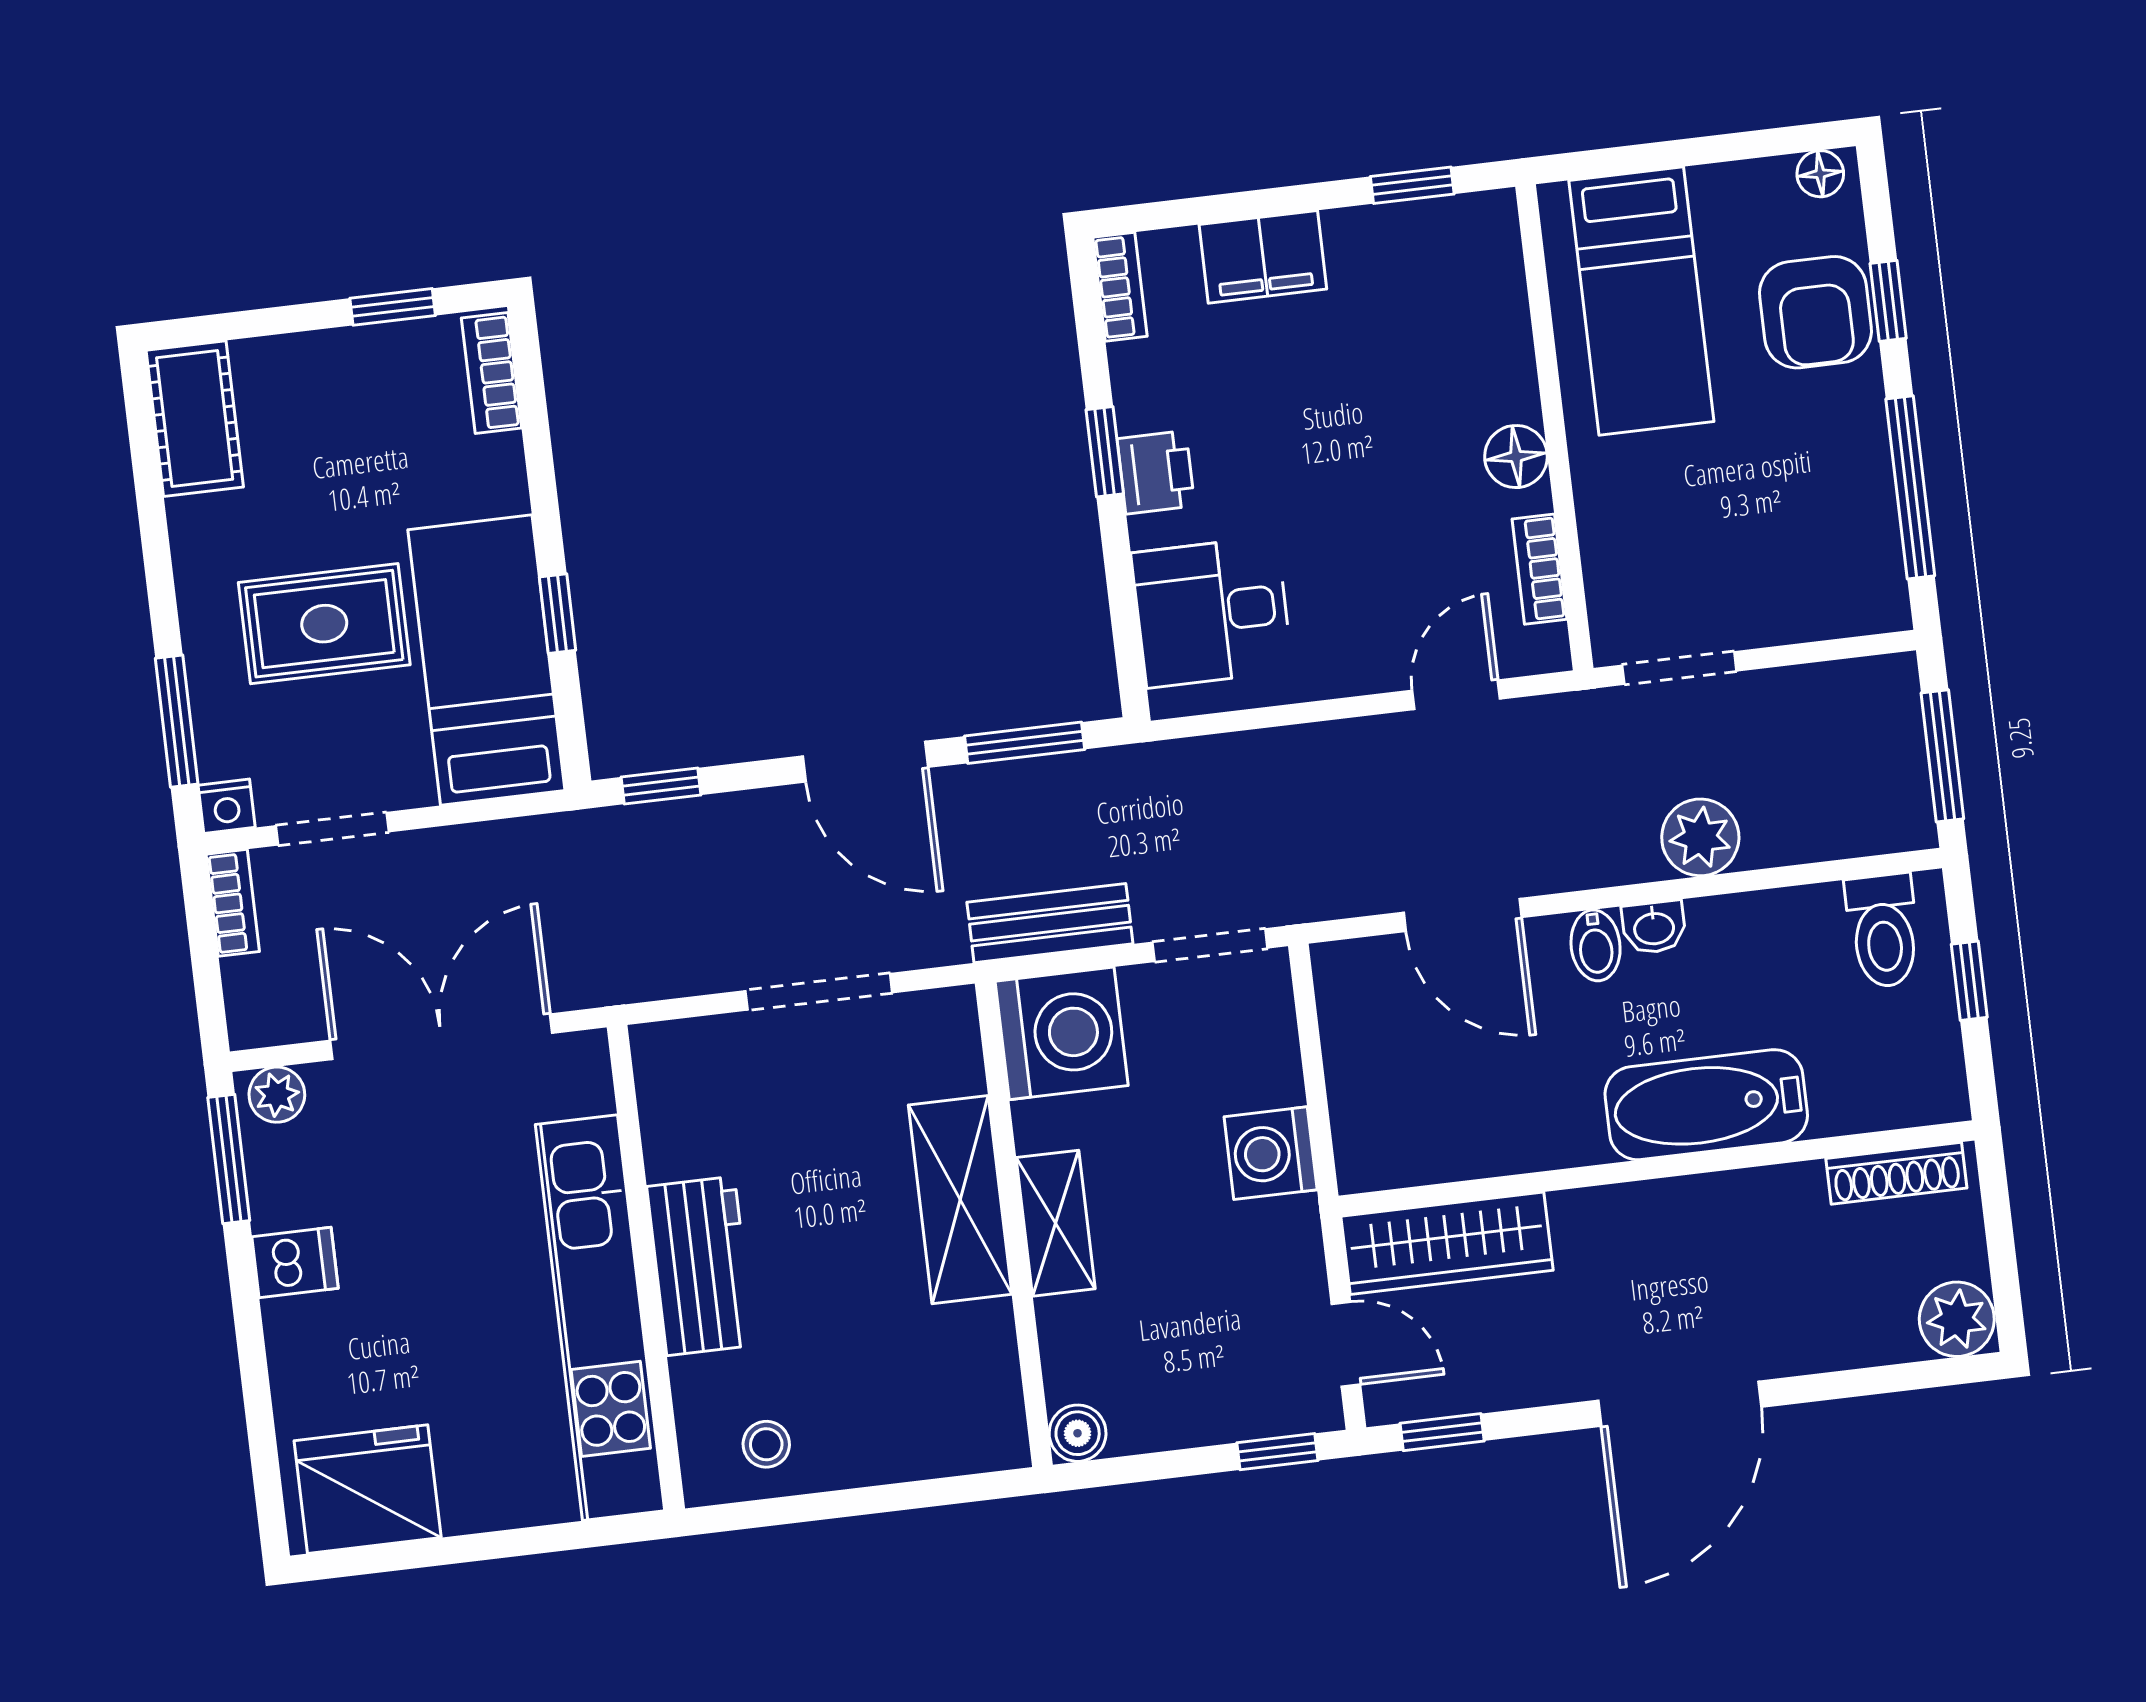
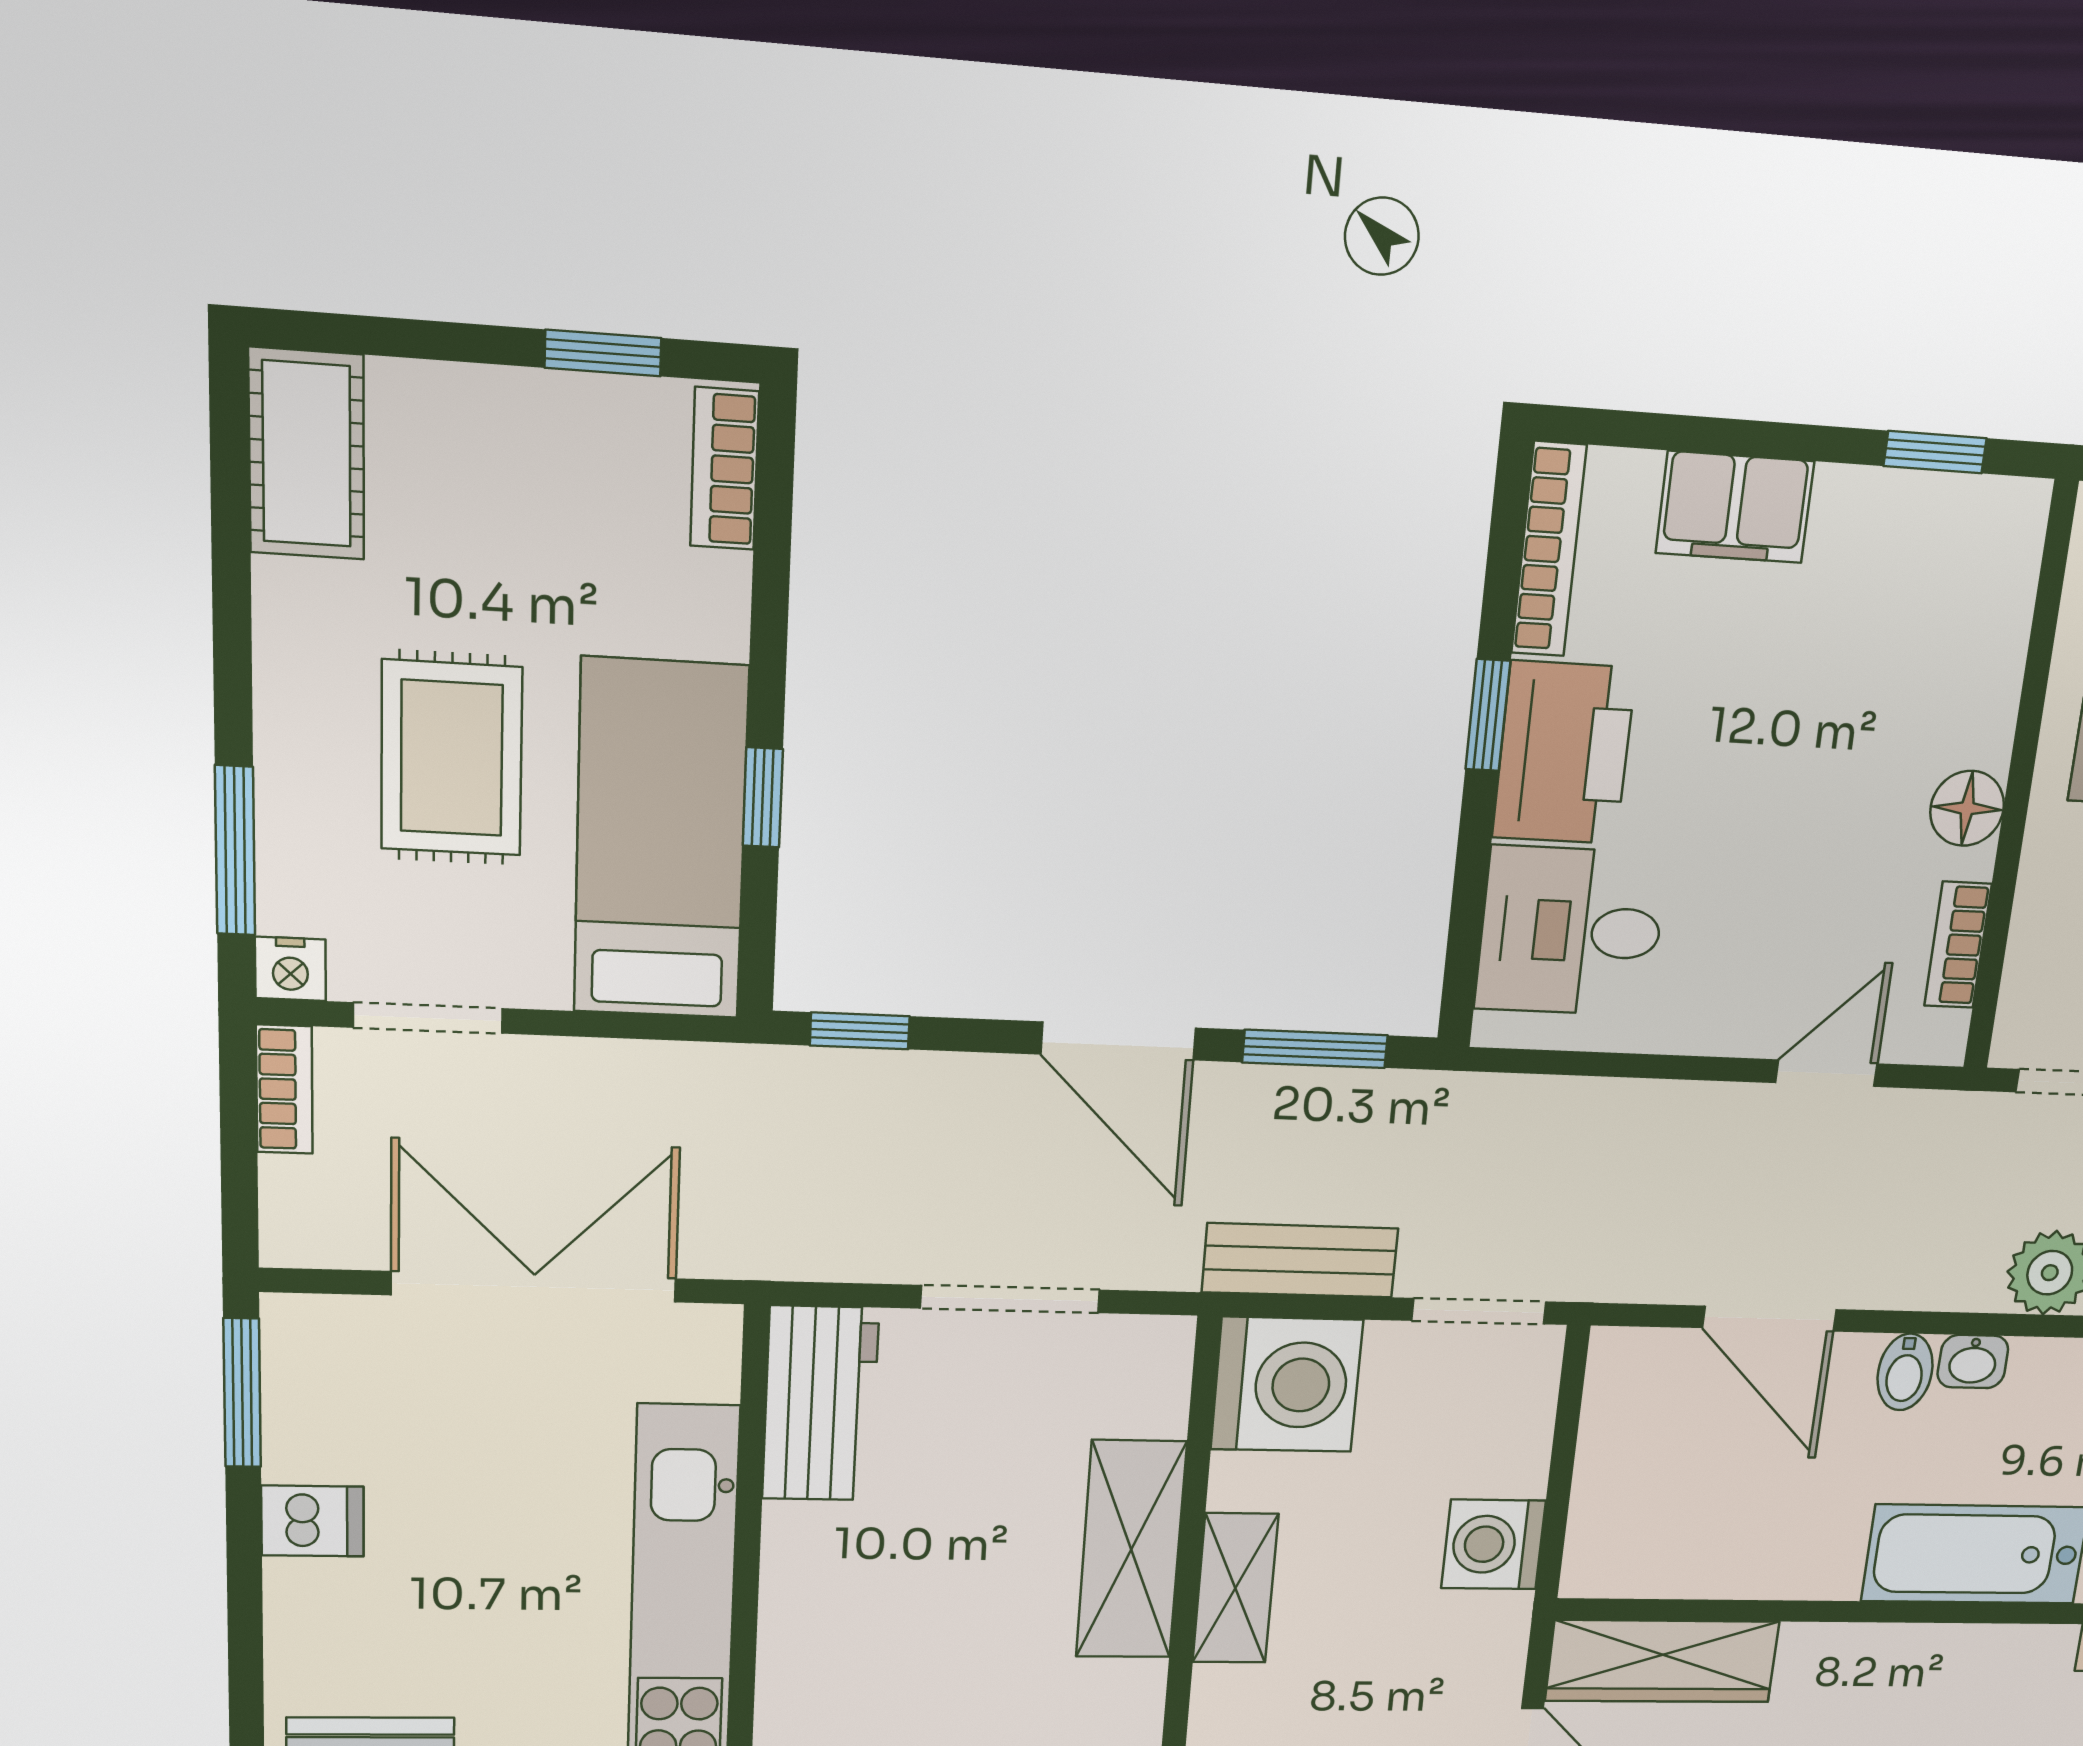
bookcase: (1120, 287) -> (1549, 549), width x1.56
printer: (1156, 472) -> (1564, 753), width x1.87, depth x1.48
rug: (324, 624) -> (452, 758), turned 90
plant: (277, 1095) -> (314, 1326), removed
workbench: (700, 1266) -> (820, 1404), moved

